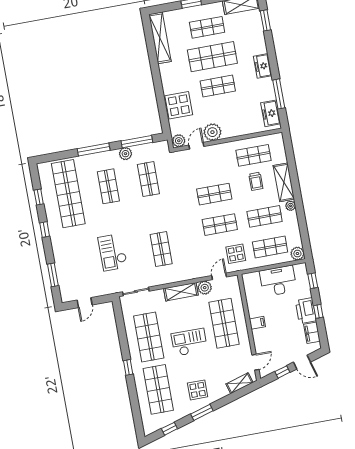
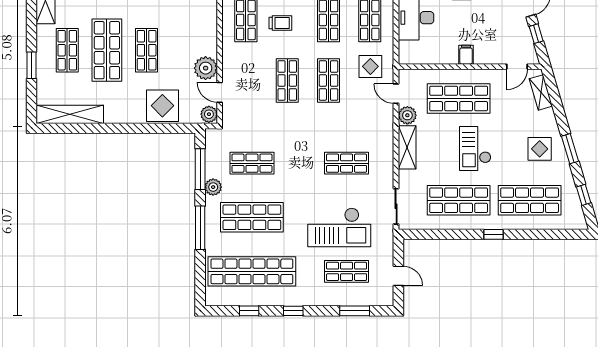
shop shelf: (108, 186) -> (252, 217), width x1.43, depth x1.36
checkout: (113, 252) -> (339, 227), width x1.36, depth x1.21
shop shelf: (81, 264) -> (347, 271), added
door: (255, 362) -> (517, 67), swing flipped

